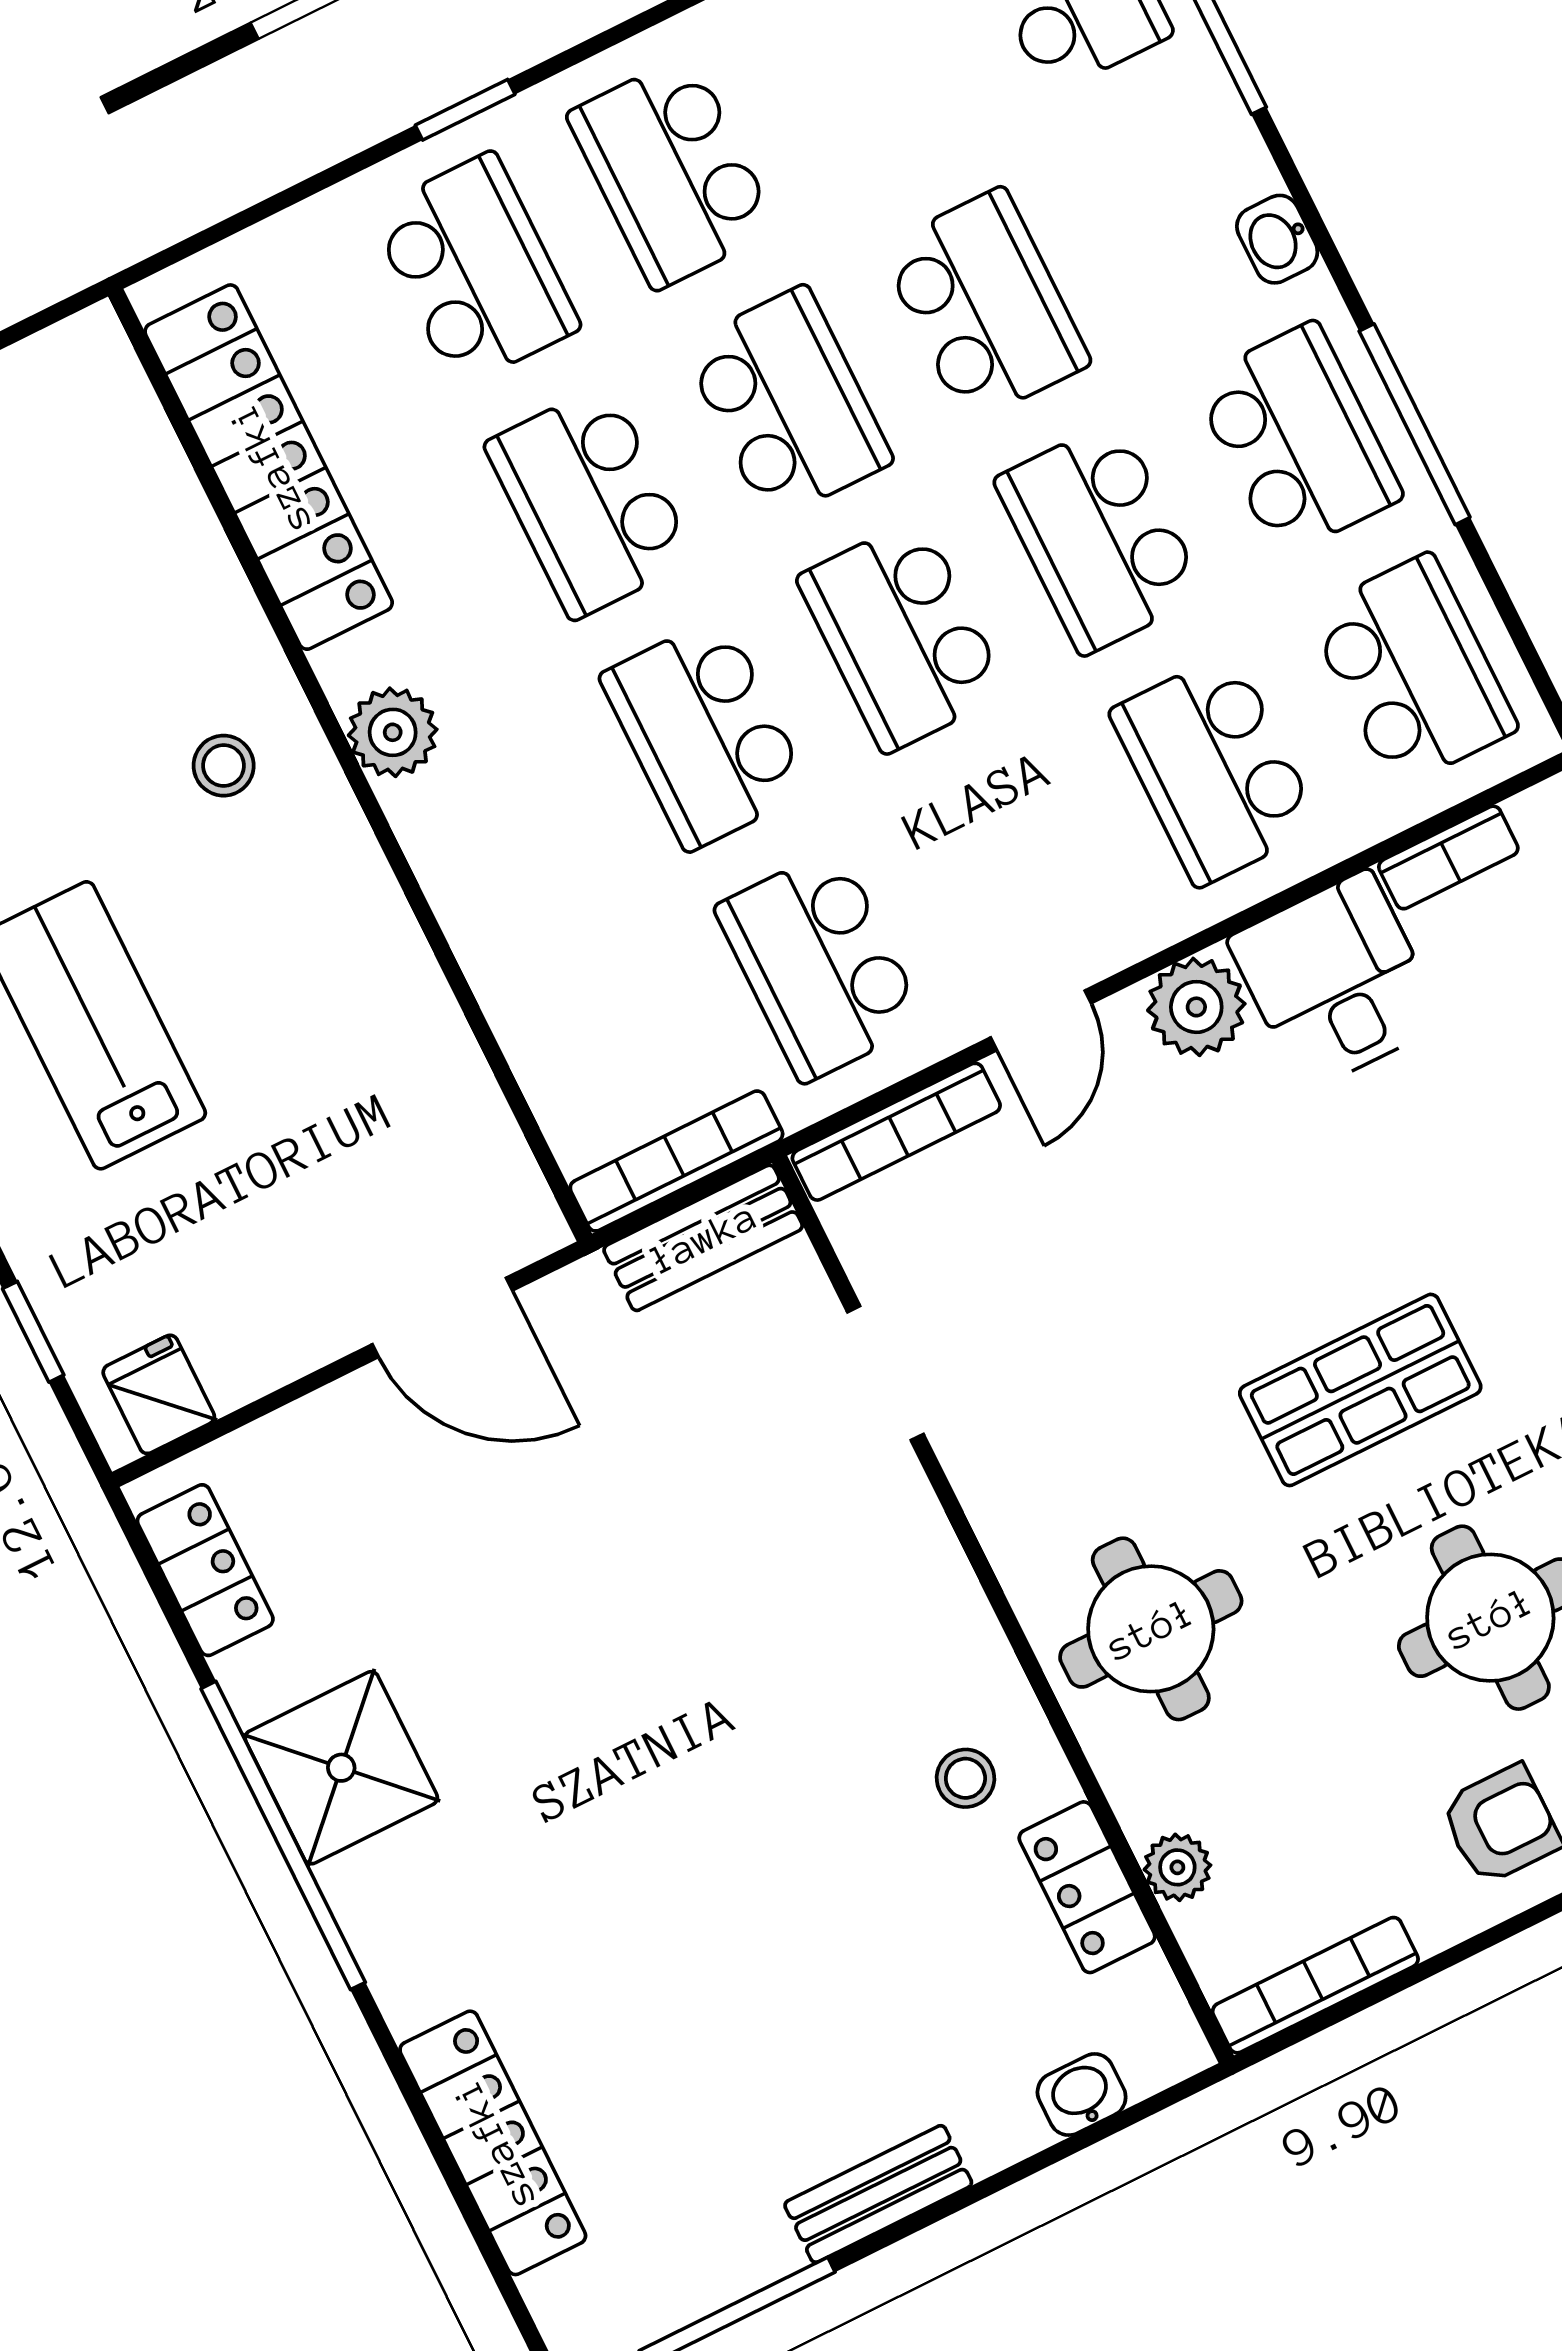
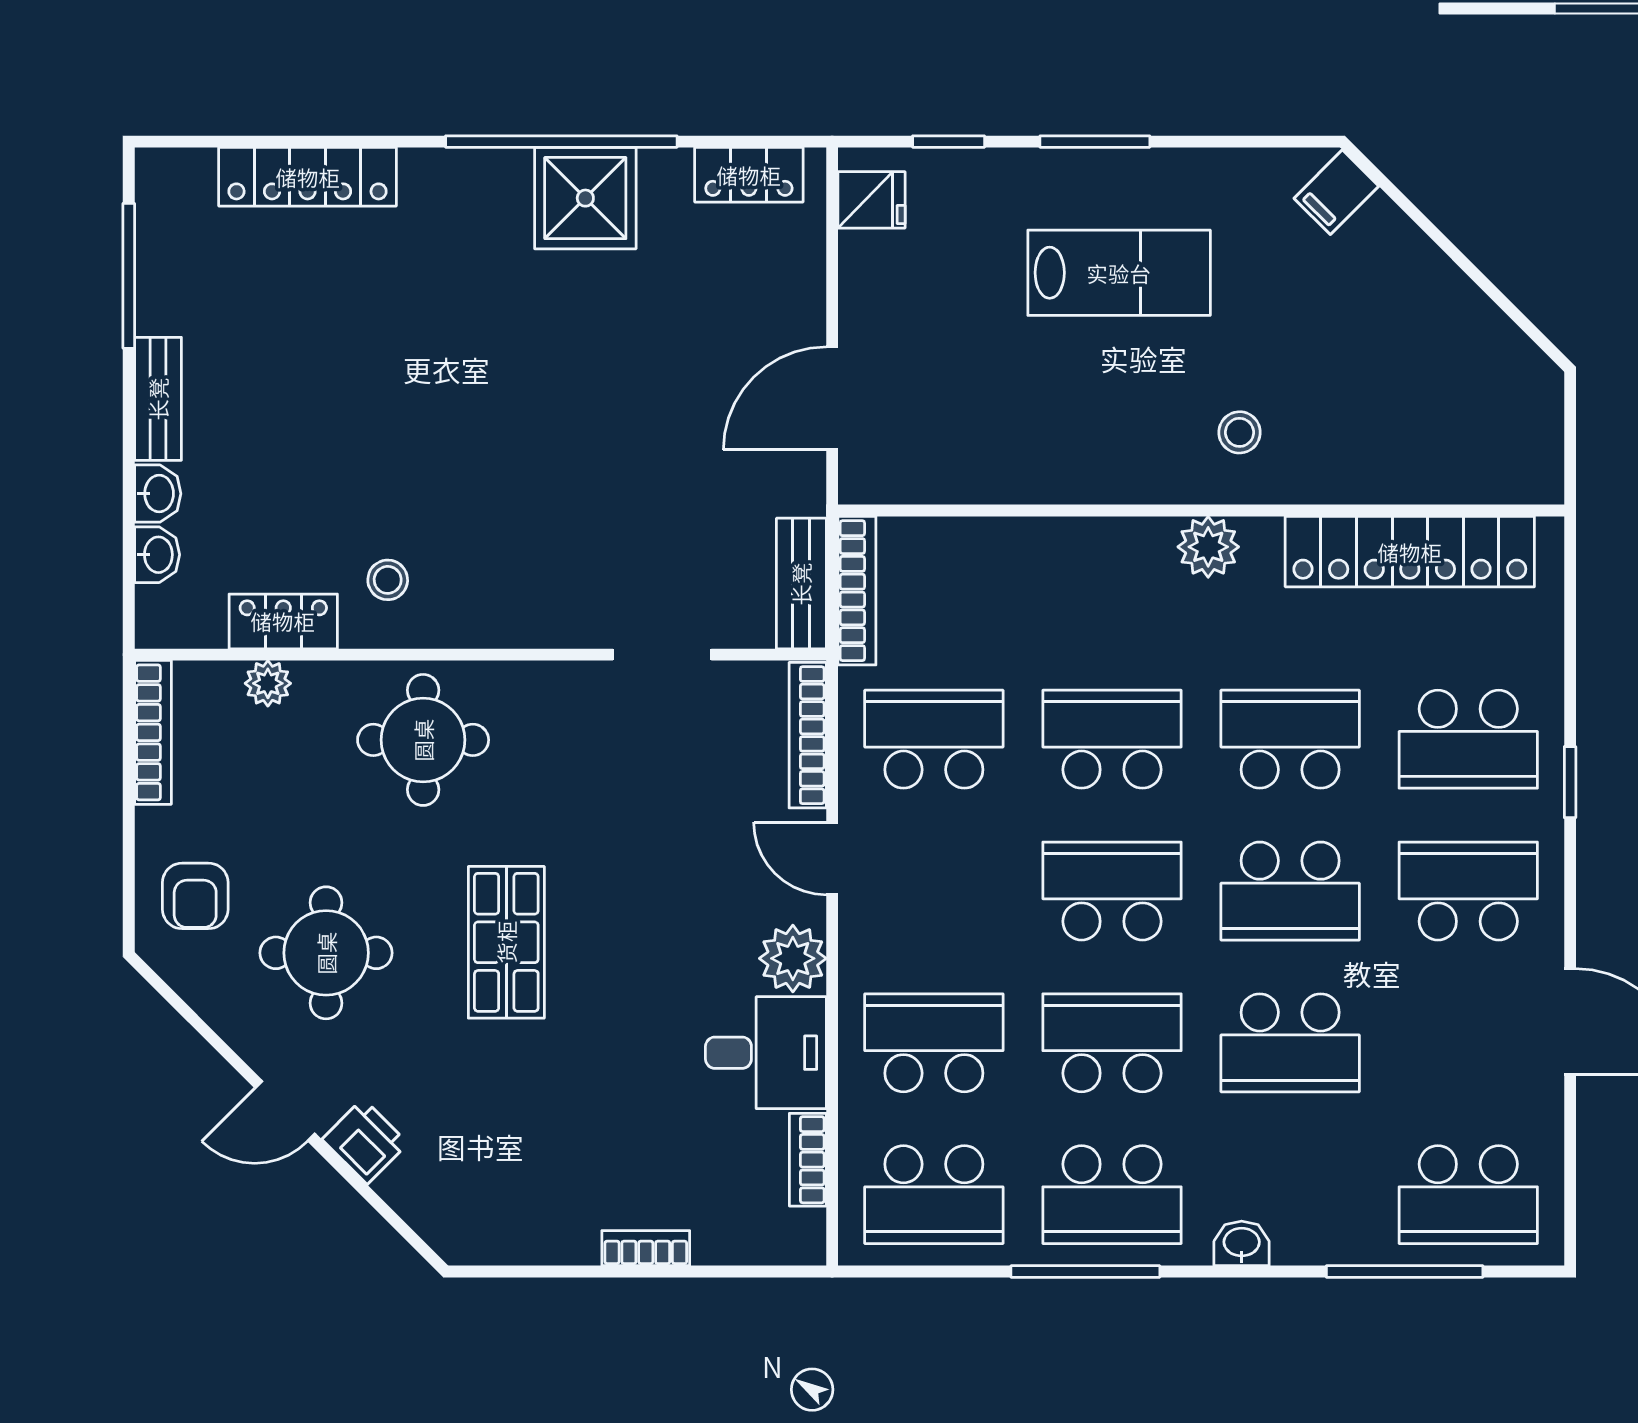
washbasin: (1002, 2133) -> (158, 494), added

